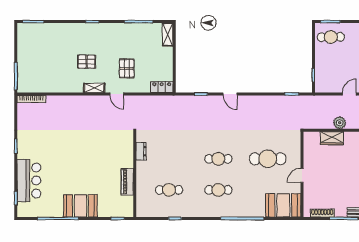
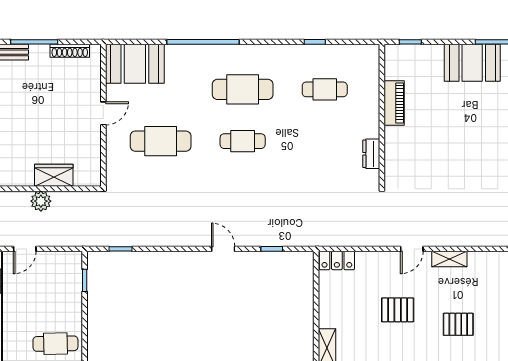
pallet: (87, 62) -> (458, 324), moved
pallet: (127, 68) -> (398, 310), moved, turned 90
door: (117, 94) -> (412, 249), swing flipped
cafe table: (218, 190) -> (243, 89), width x1.37, depth x1.35

